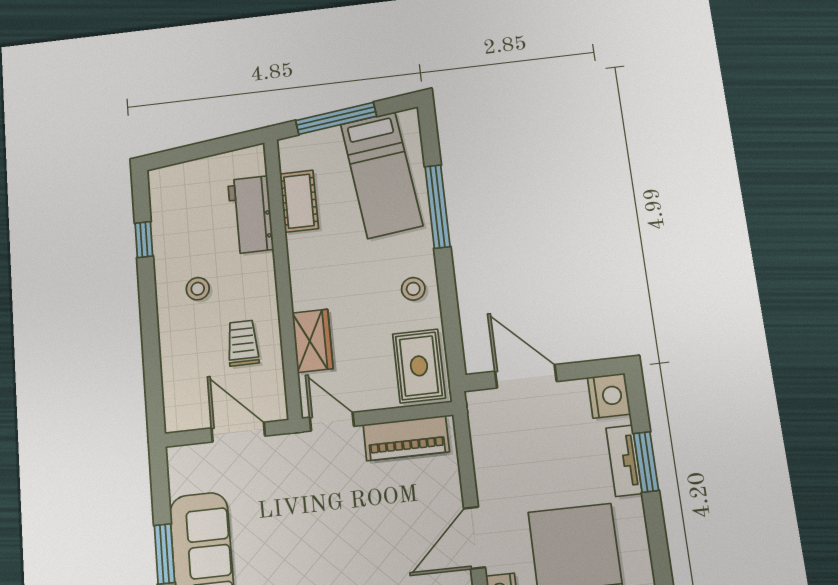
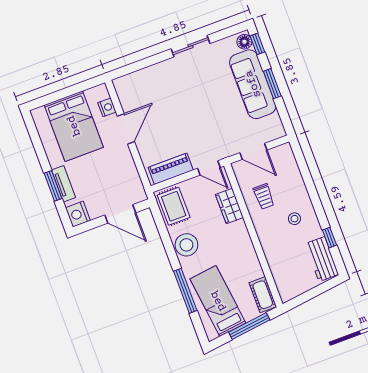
cot: (299, 201) -> (263, 295), moved
workbench: (251, 215) -> (322, 259), moved, turned 180
stool: (413, 289) -> (186, 245), width x1.89, depth x1.89

